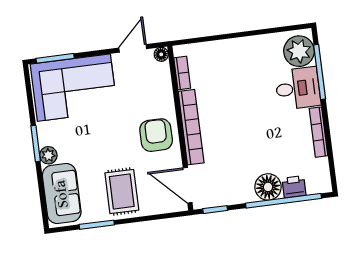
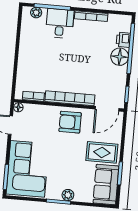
plant: (299, 51) -> (36, 13), width x0.53, depth x0.53
sofa: (62, 194) -> (106, 185), moved, turned -90

